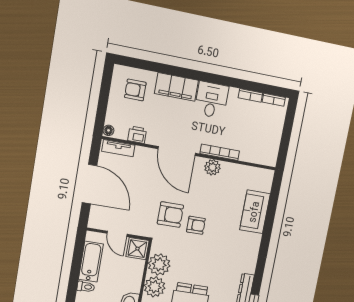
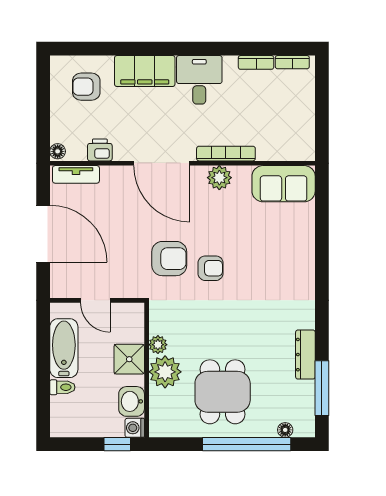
sofa: (255, 212) -> (284, 184), moved, turned -90
shower: (137, 249) -> (129, 359), moved
plant: (159, 264) -> (158, 345), width x0.53, depth x0.53

